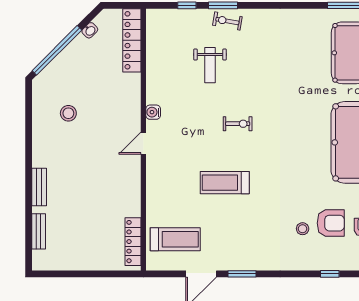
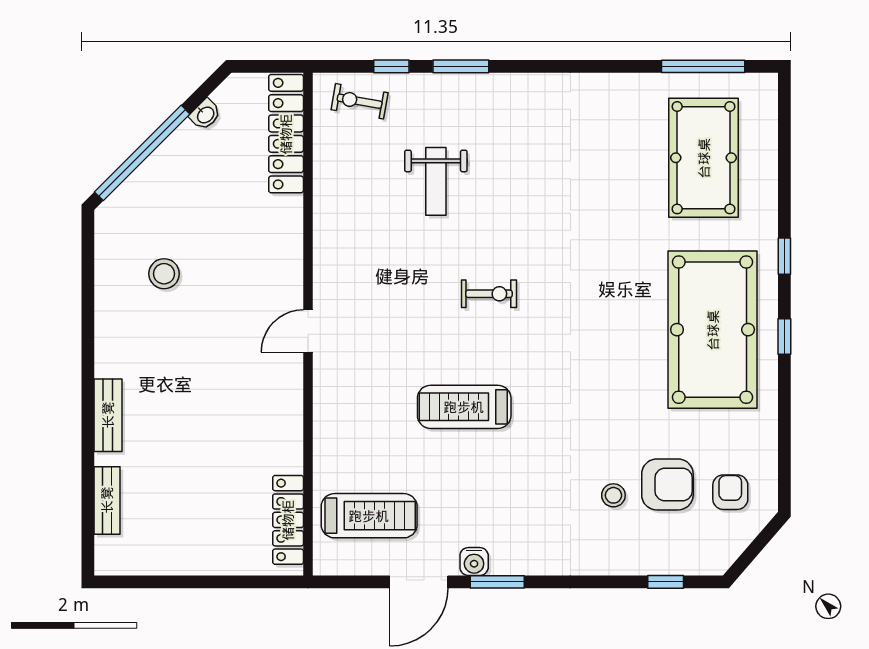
exercise bike: (227, 21) -> (360, 101), moved
water cooler: (153, 112) -> (474, 561), moved, turned -90

